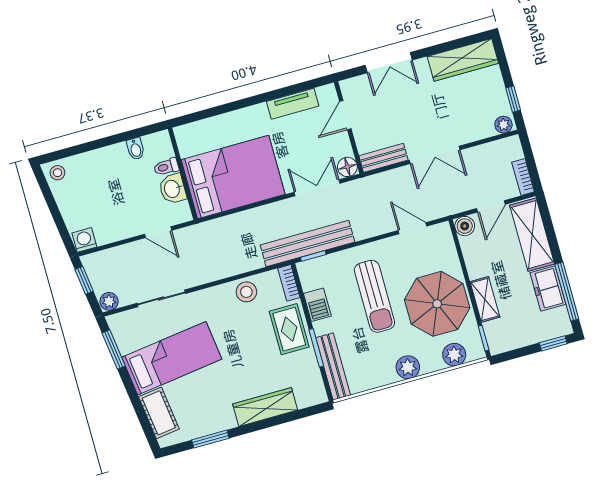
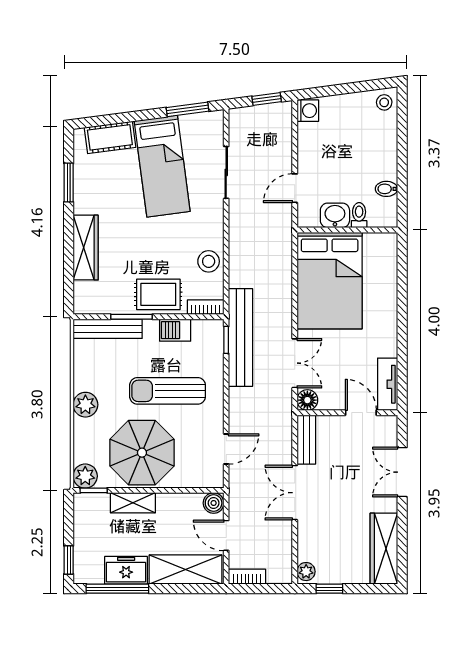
tv unit: (293, 104) -> (388, 384), moved
plant: (109, 301) -> (238, 118), removed
plant: (454, 355) -> (85, 476), moved

